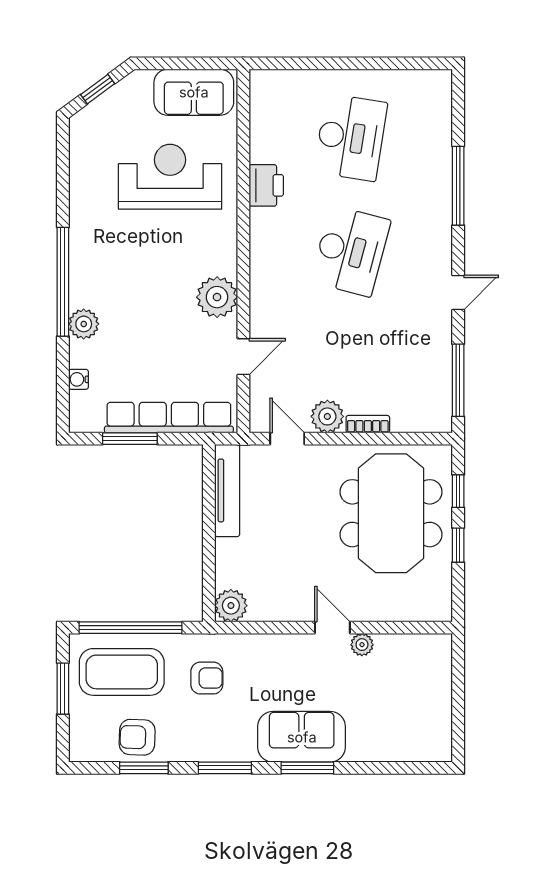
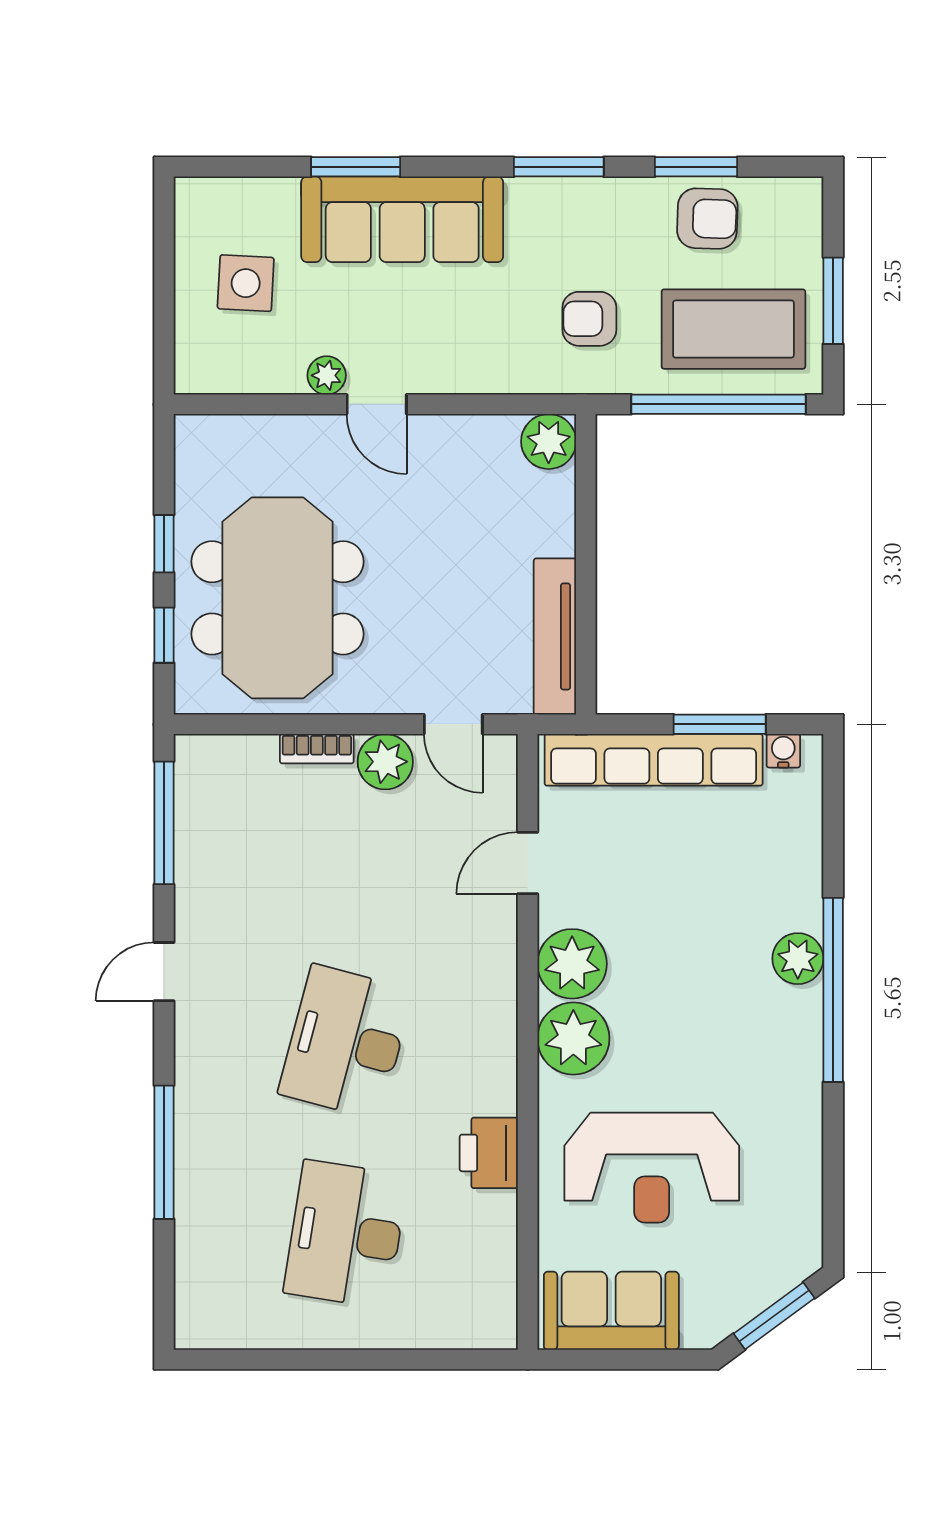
window: (98, 89) -> (774, 1316), width x1.50
plant: (216, 253) -> (573, 1039), added
plant: (84, 324) -> (798, 959), moved
water cooler: (79, 379) -> (783, 751), moved, turned -90
side table: (410, 699) -> (246, 283), added
sofa: (302, 737) -> (402, 219), width x1.36
window: (307, 768) -> (356, 167), moved

